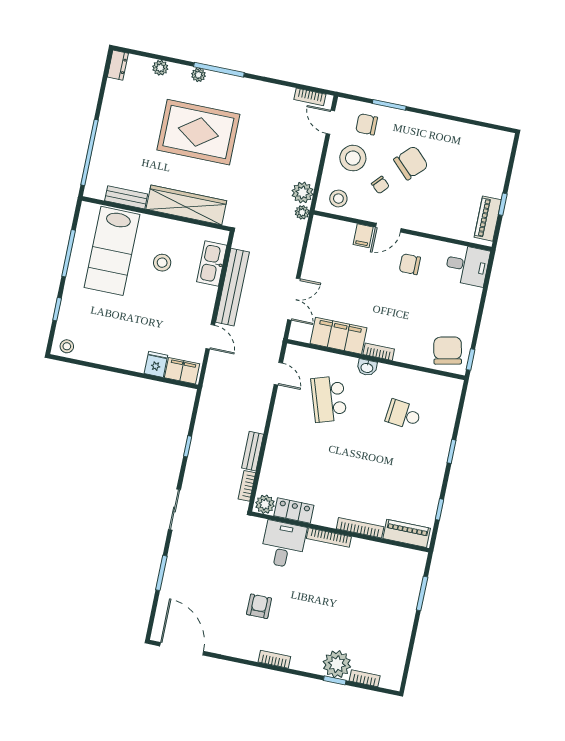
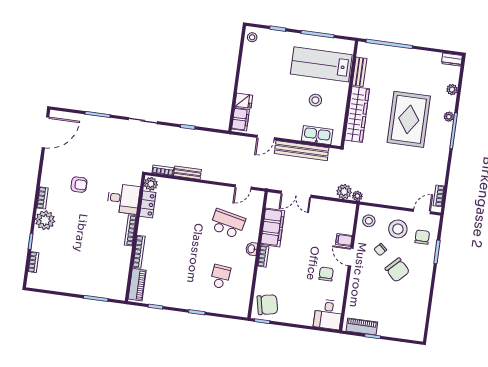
plant: (303, 193) -> (344, 192), moved
school desk: (329, 399) -> (228, 224), turned 30
plant: (337, 664) -> (45, 220), moved

